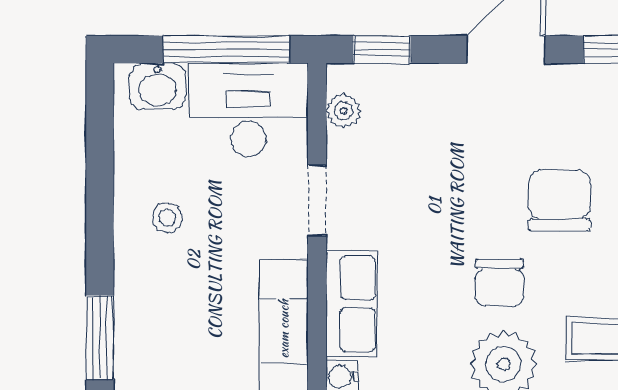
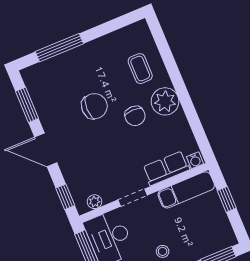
chair: (559, 200) -> (94, 106), turned 180
chair: (499, 283) -> (135, 116), turned 90

